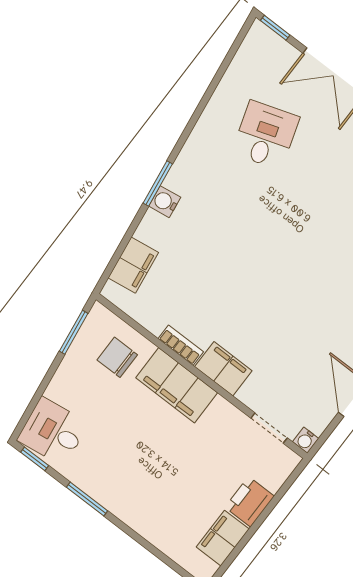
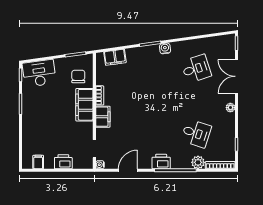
water cooler: (165, 202) -> (165, 48), moved
desk: (53, 432) -> (39, 73), width x1.37
filing cabinet: (223, 538) -> (38, 162), width x0.50

